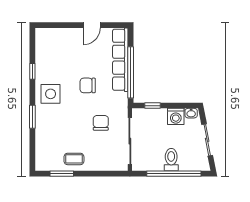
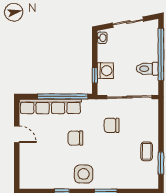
chair: (88, 85) -> (75, 138), turned 90
washing machine: (176, 116) -> (105, 71), moved
toilet: (171, 160) -> (147, 69), moved

